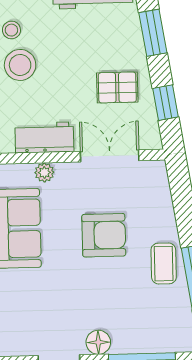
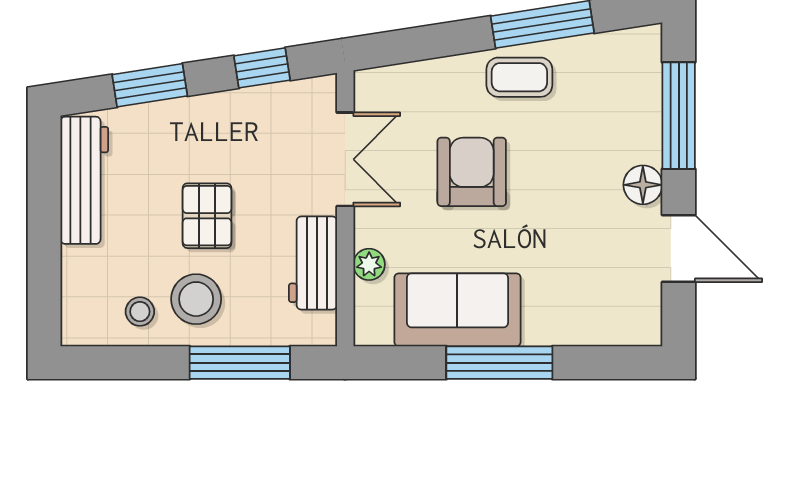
pallet: (117, 87) -> (207, 216), moved
double door: (110, 156) -> (345, 159), swing flipped

